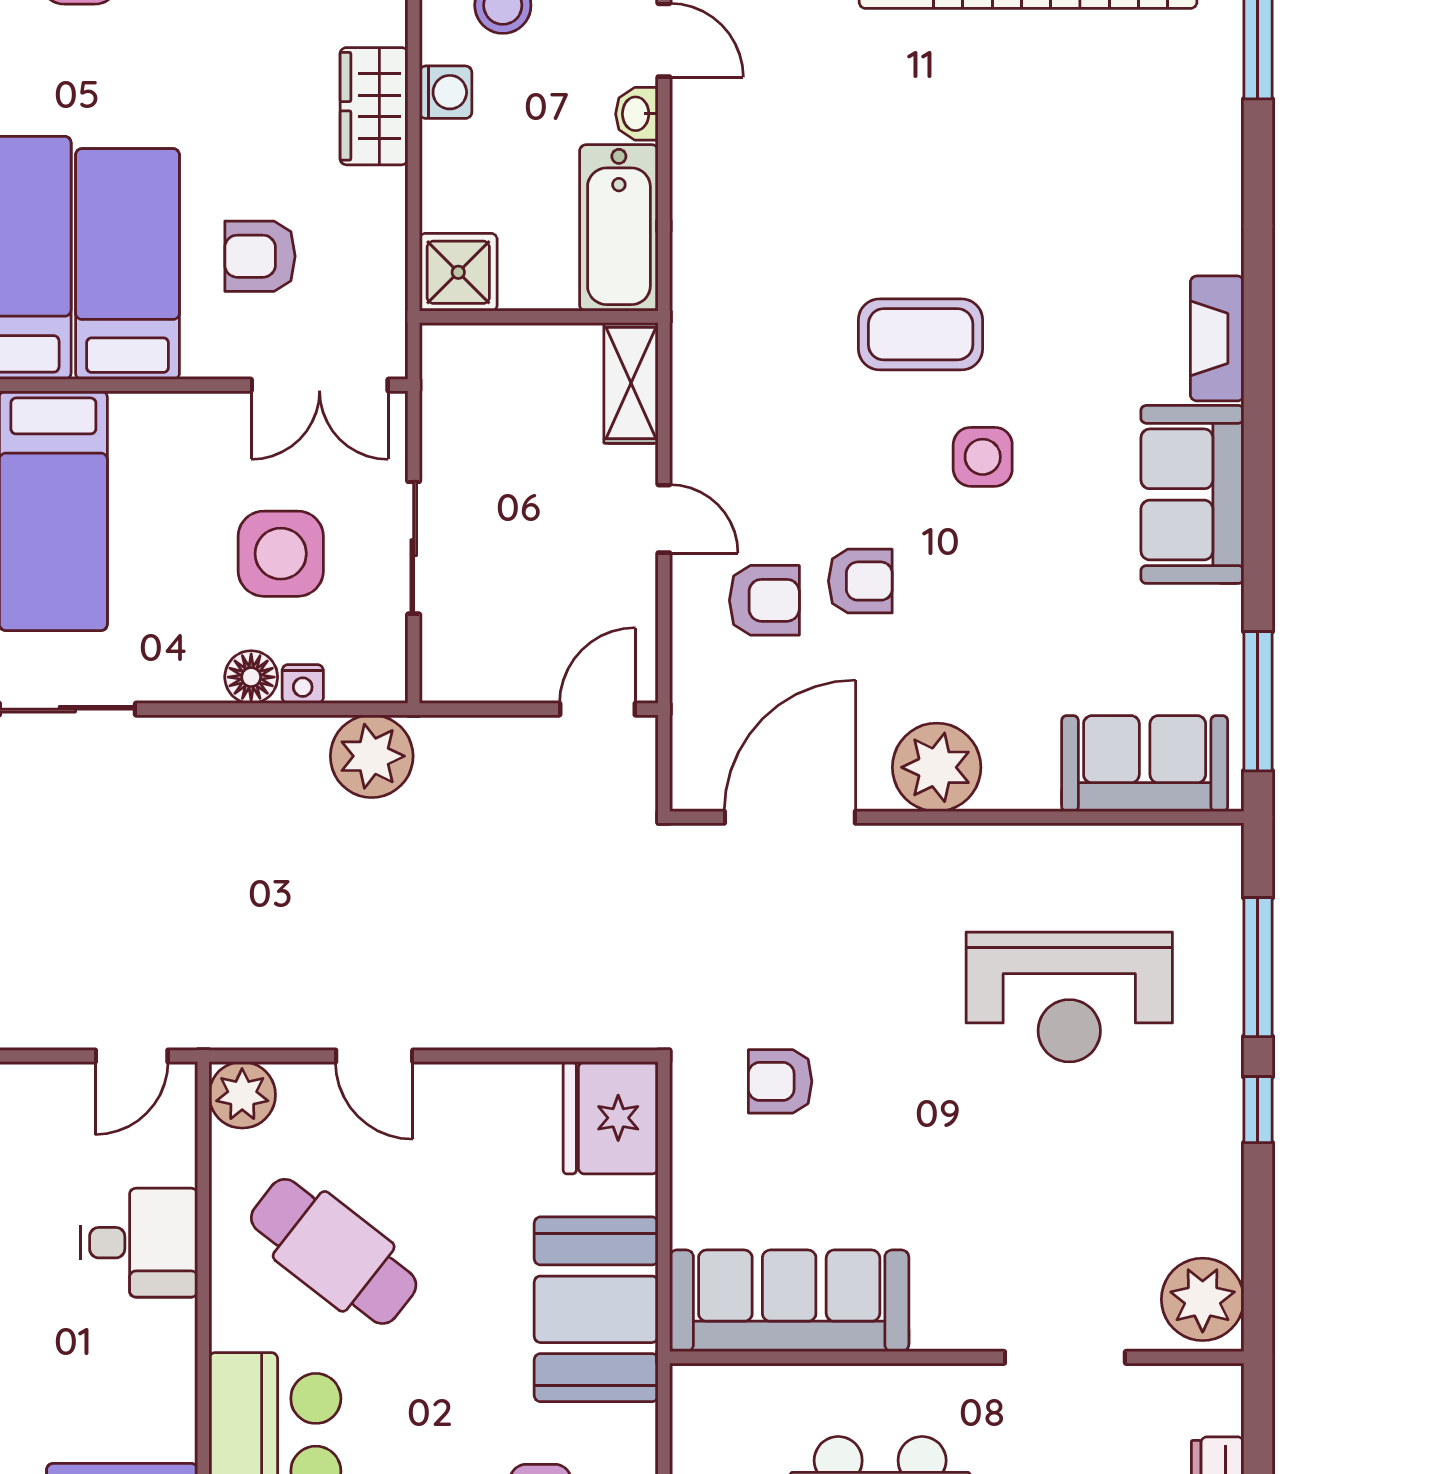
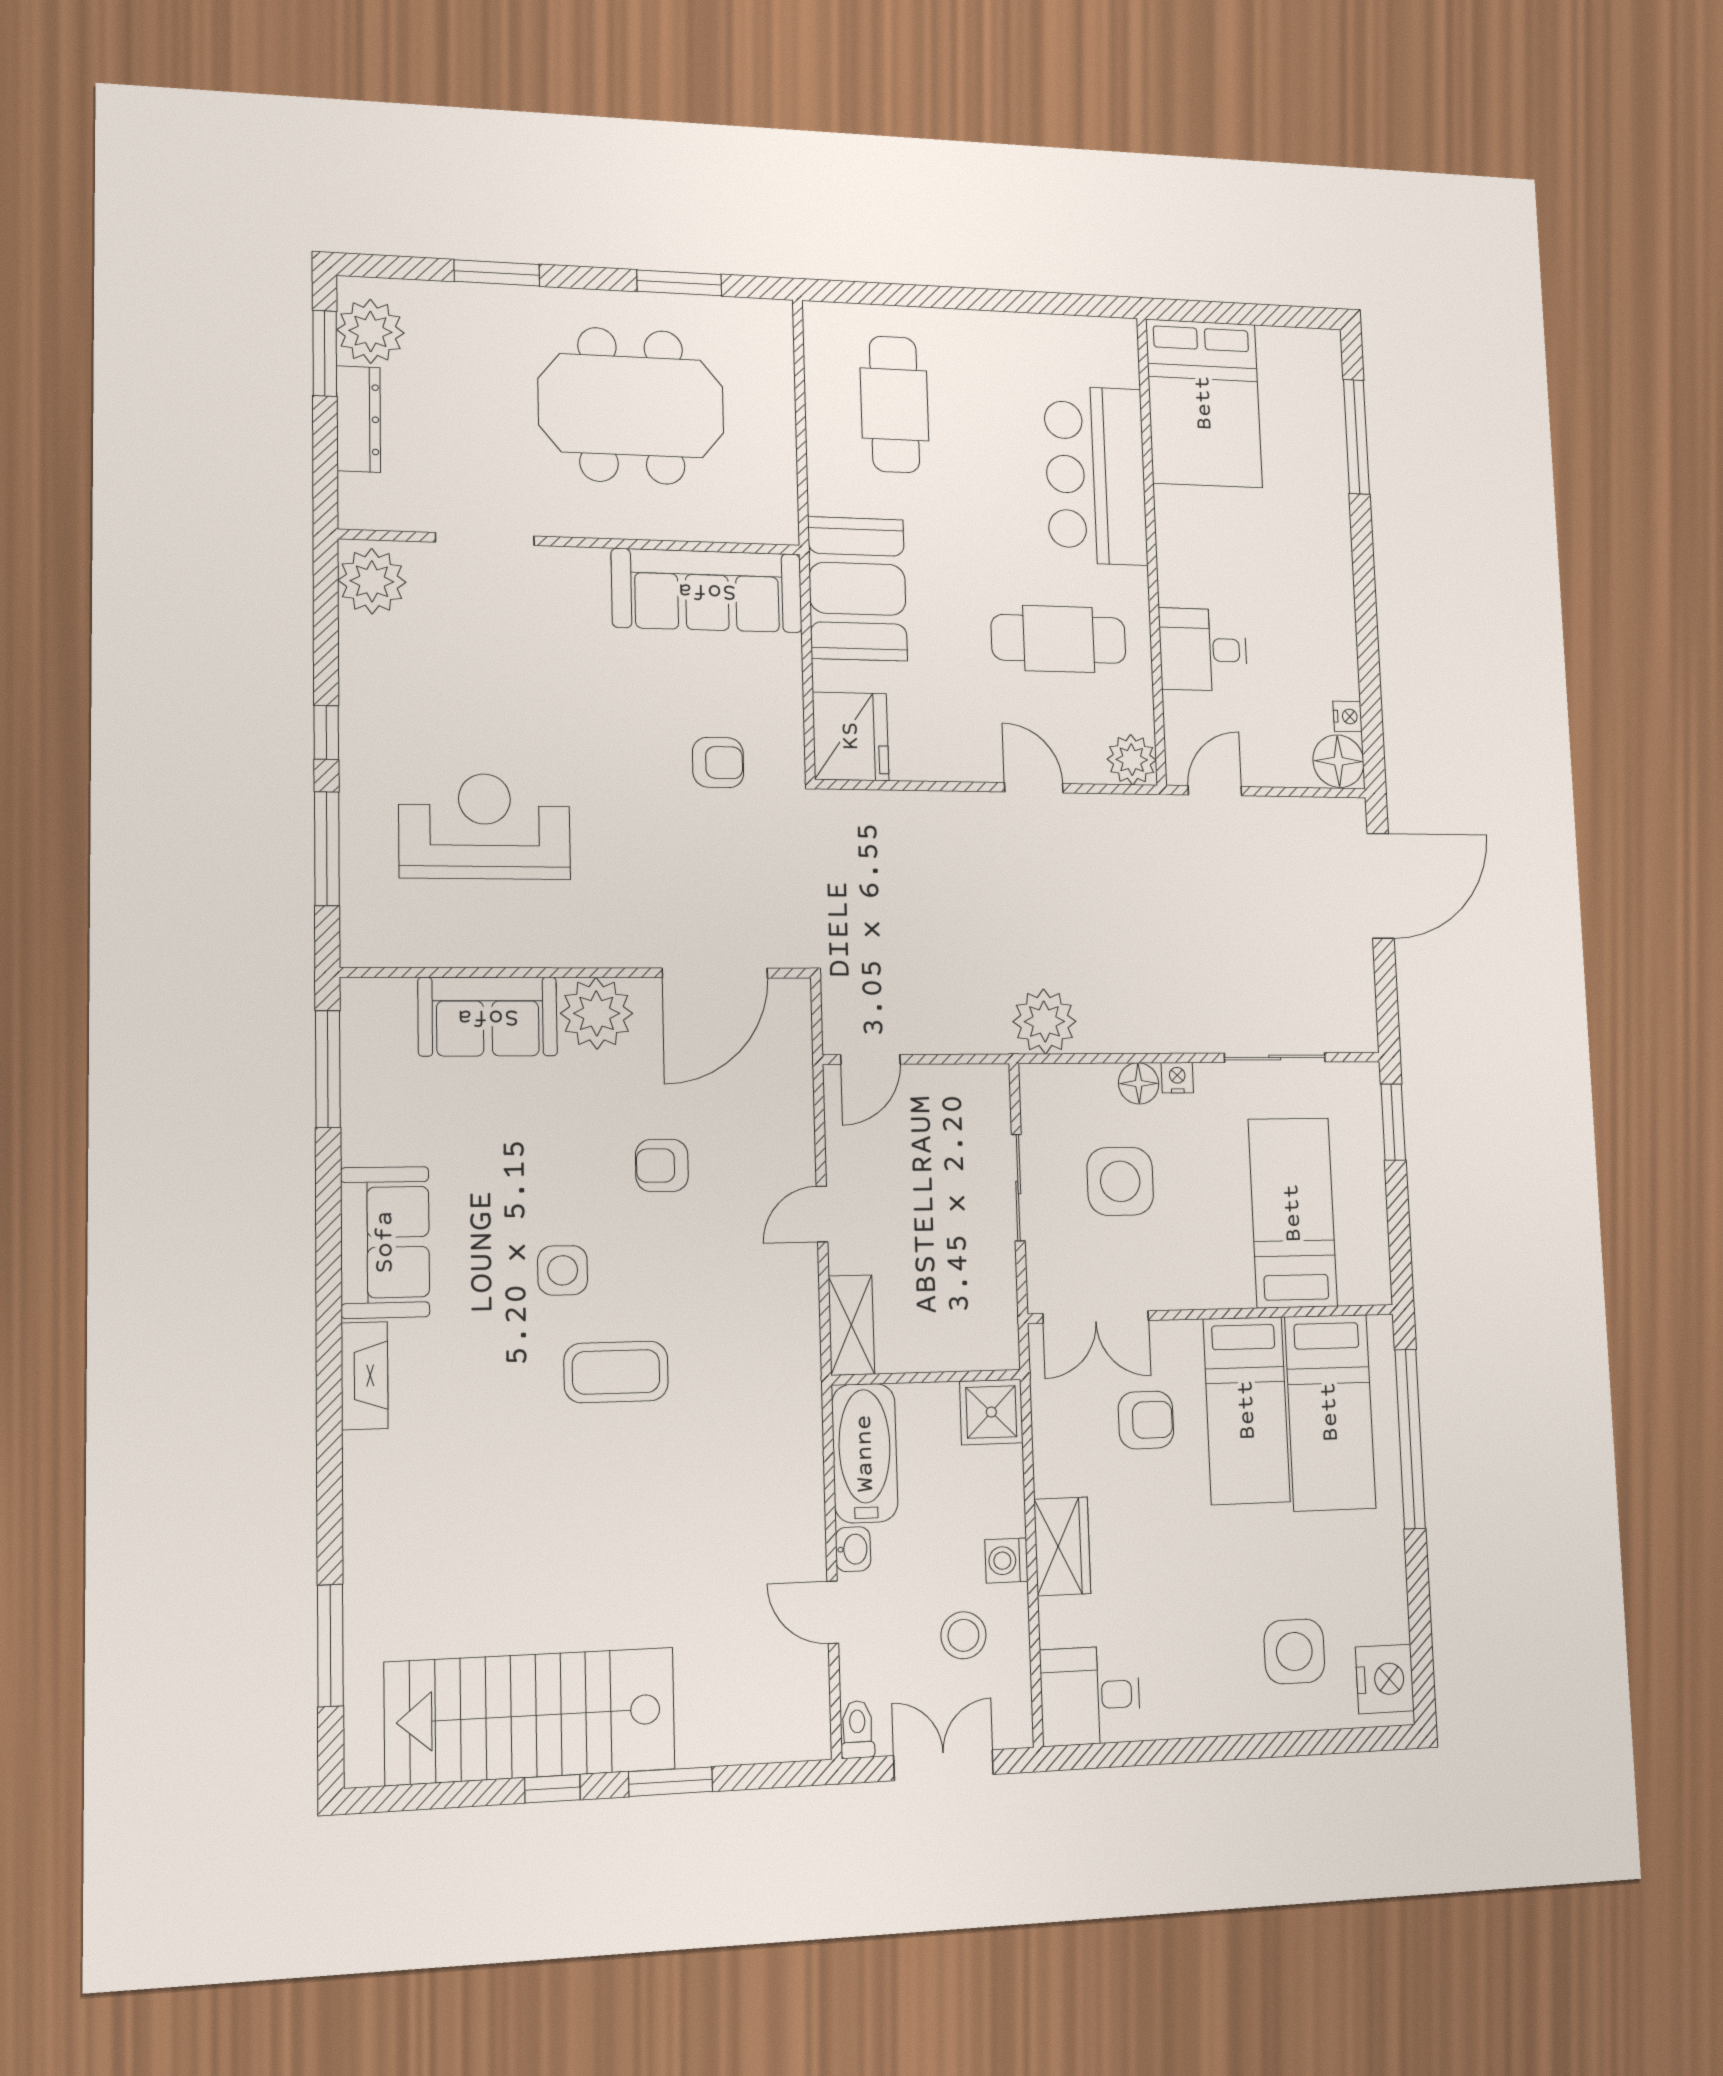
double door: (320, 385) -> (1096, 1317), swing flipped
door: (664, 519) -> (822, 1214), hinge flipped
armchair: (764, 600) -> (740, 1149), removed
nightstand: (303, 684) -> (1177, 1078), moved
sofa: (1145, 764) -> (488, 1017), moved
cafe table: (334, 1251) -> (1059, 639), turned -38

